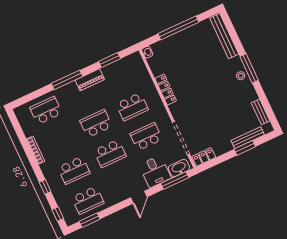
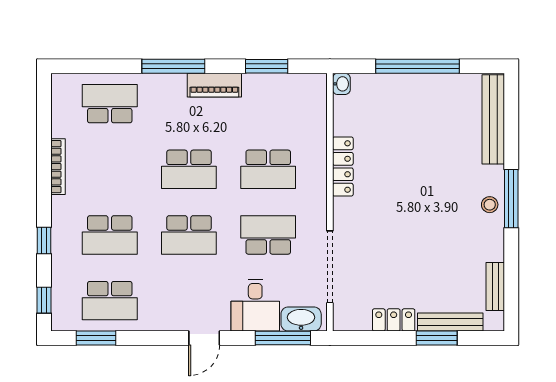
school desk: (96, 124) -> (189, 169), turned 180
locker: (204, 157) -> (394, 320), moved

